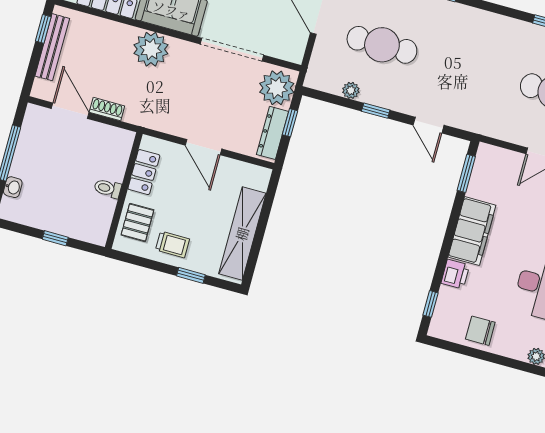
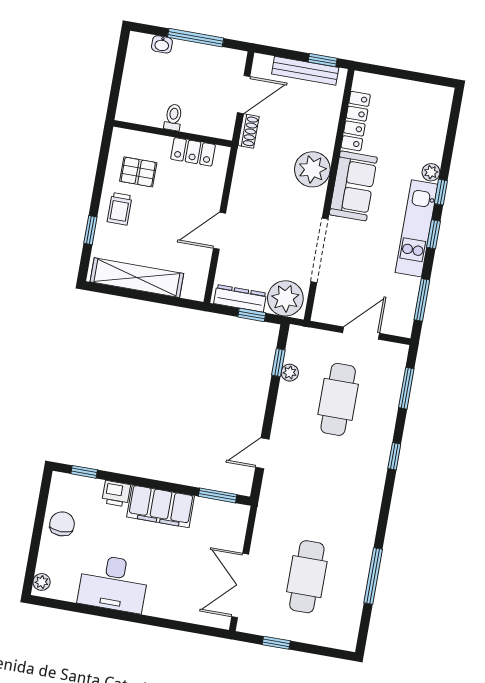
window: (376, 111) -> (278, 362), moved
locker: (144, 172) -> (193, 152), moved
toilet: (108, 188) -> (173, 117), moved
wall: (124, 191) -> (173, 134), moved
window: (55, 238) -> (115, 91), removed

